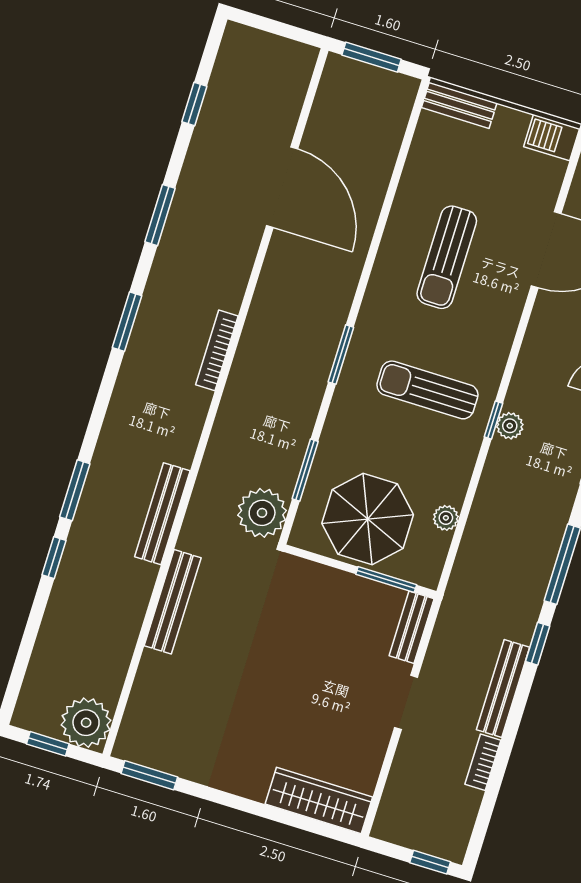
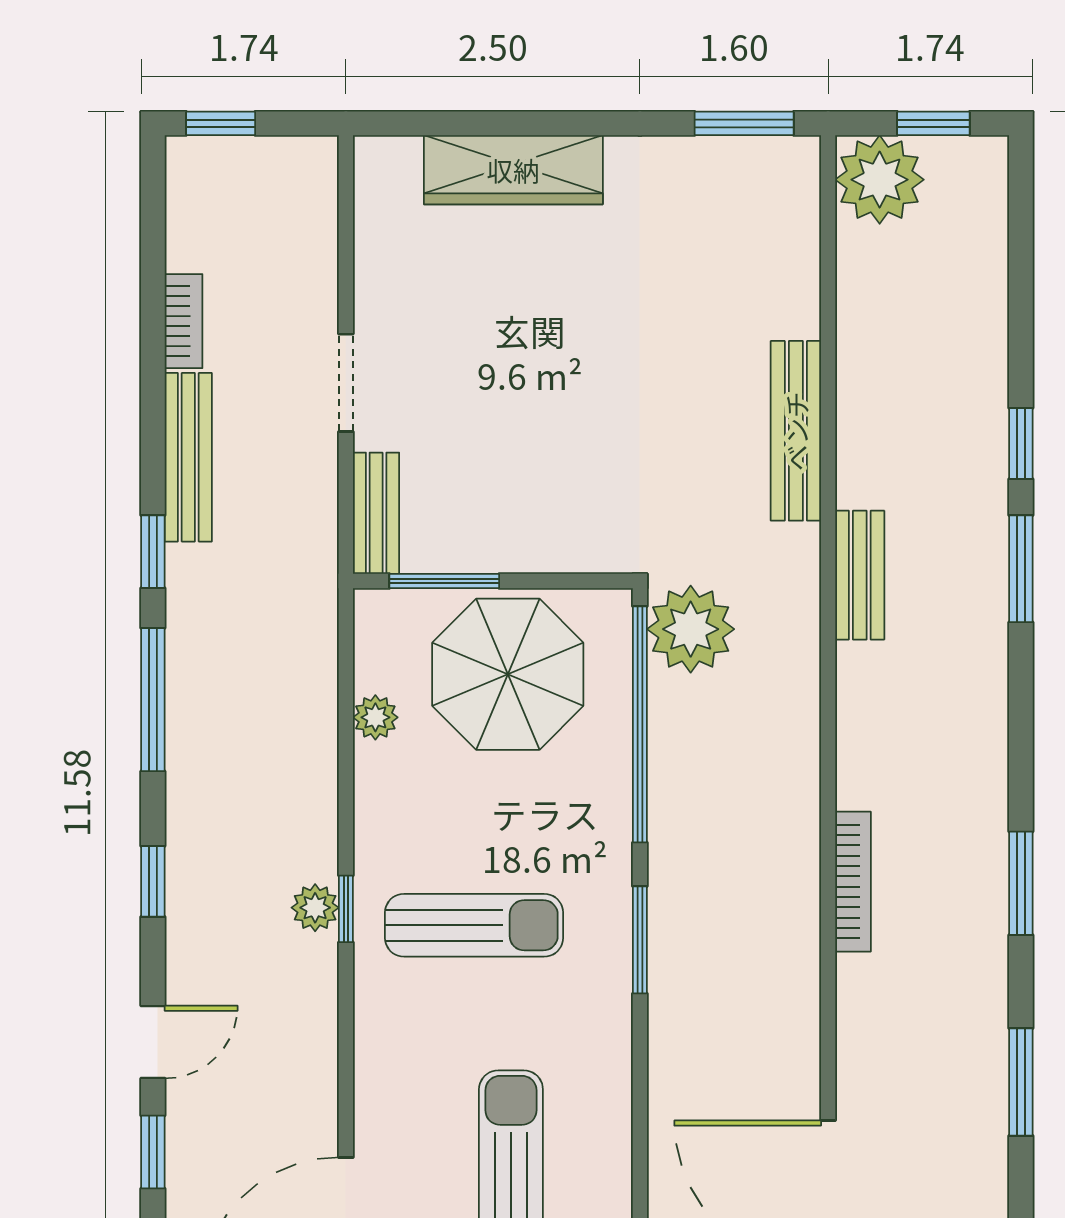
window: (305, 470) -> (640, 724), width x2.11
bench: (162, 514) -> (860, 575), width x0.73
wardrobe: (319, 801) -> (513, 170), moved

